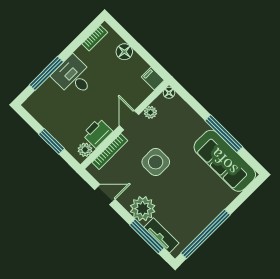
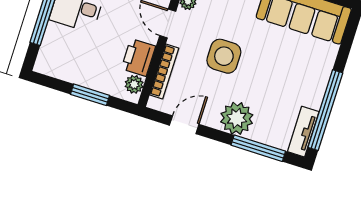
tv unit: (161, 235) -> (303, 132), moved, turned -90

